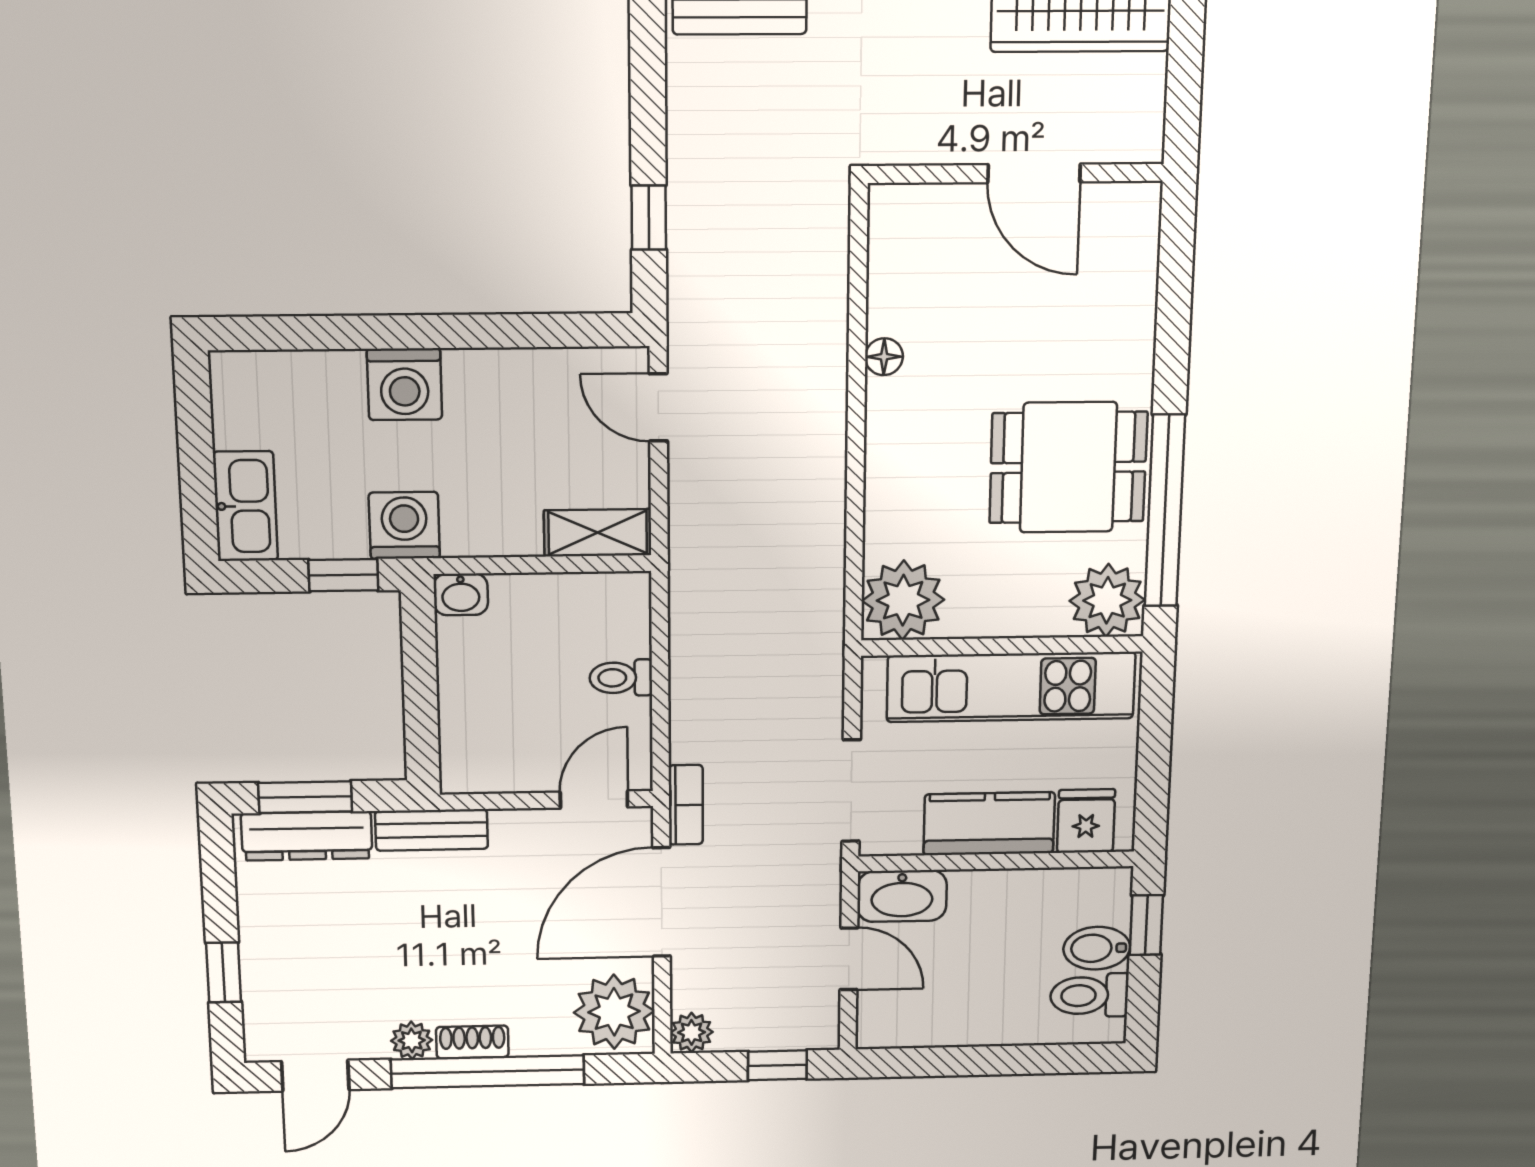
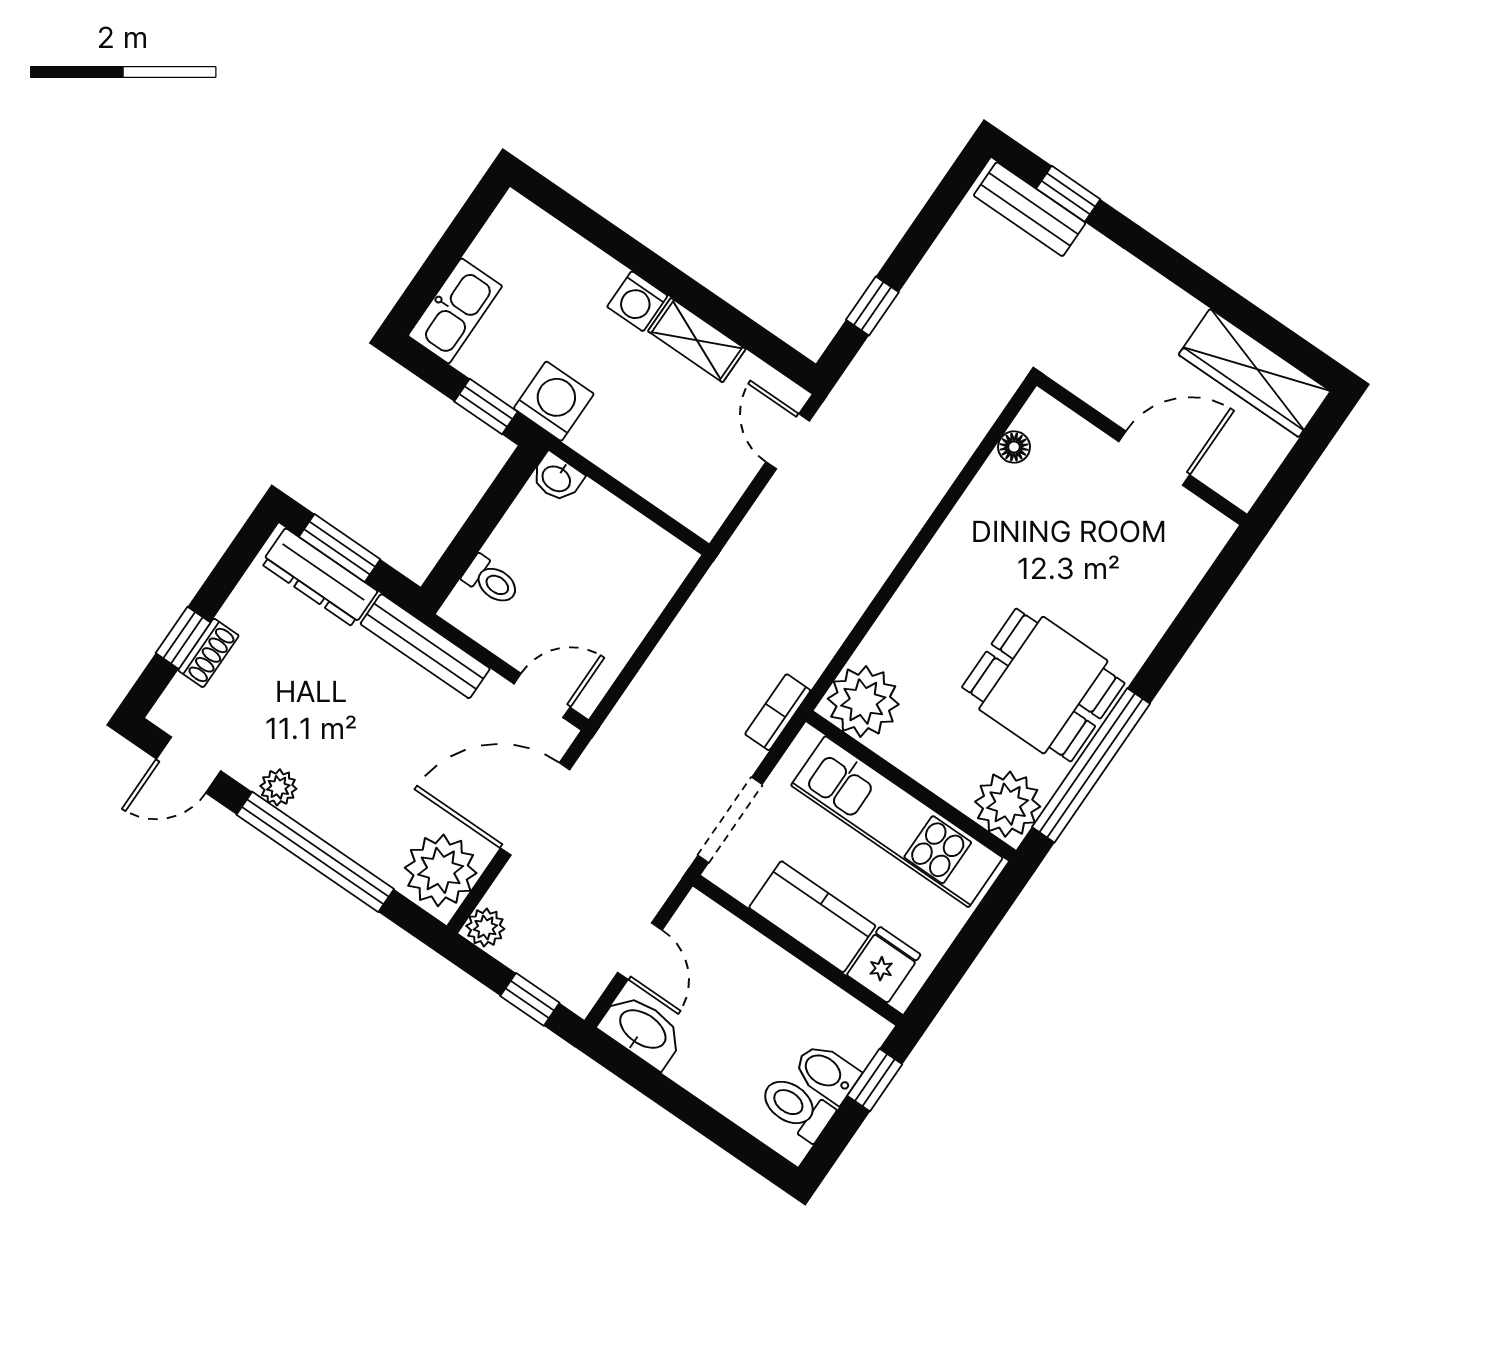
door: (1034, 173) -> (1154, 458), swing flipped
floor lamp: (884, 357) -> (1014, 447), moved
washing machine: (404, 384) -> (637, 301), width x0.73, depth x0.73
shelving: (598, 533) -> (697, 340), moved
toilet: (621, 678) -> (491, 581), moved, turned 180
bookcase: (686, 805) -> (778, 712), moved, turned 180
bench: (432, 830) -> (425, 646), width x1.36
washbasin: (902, 896) -> (642, 1030), moved, turned 180
shoe rack: (472, 1042) -> (208, 653), moved, turned 90

